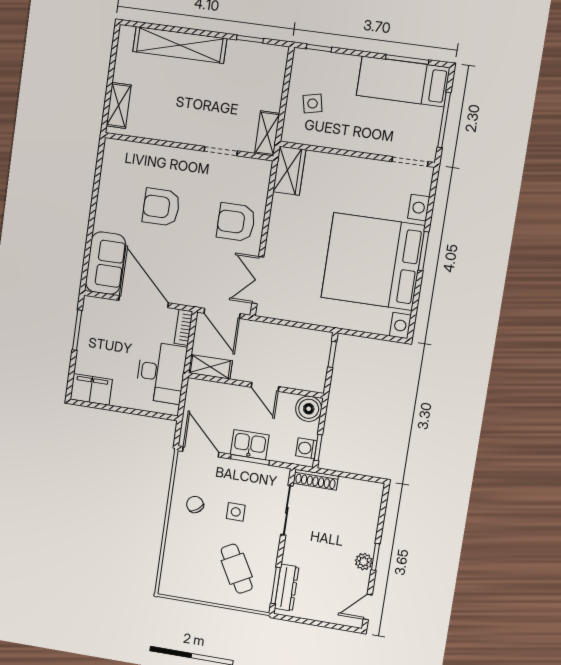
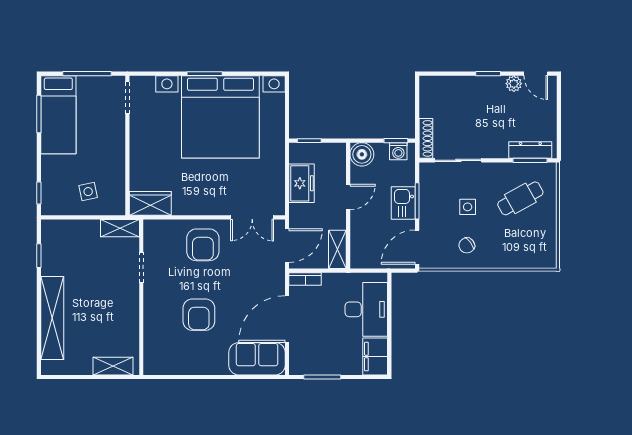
freezer: (287, 339) -> (302, 183), added
desk: (161, 373) -> (366, 309), moved, turned 90
plant: (364, 562) -> (514, 84), moved

